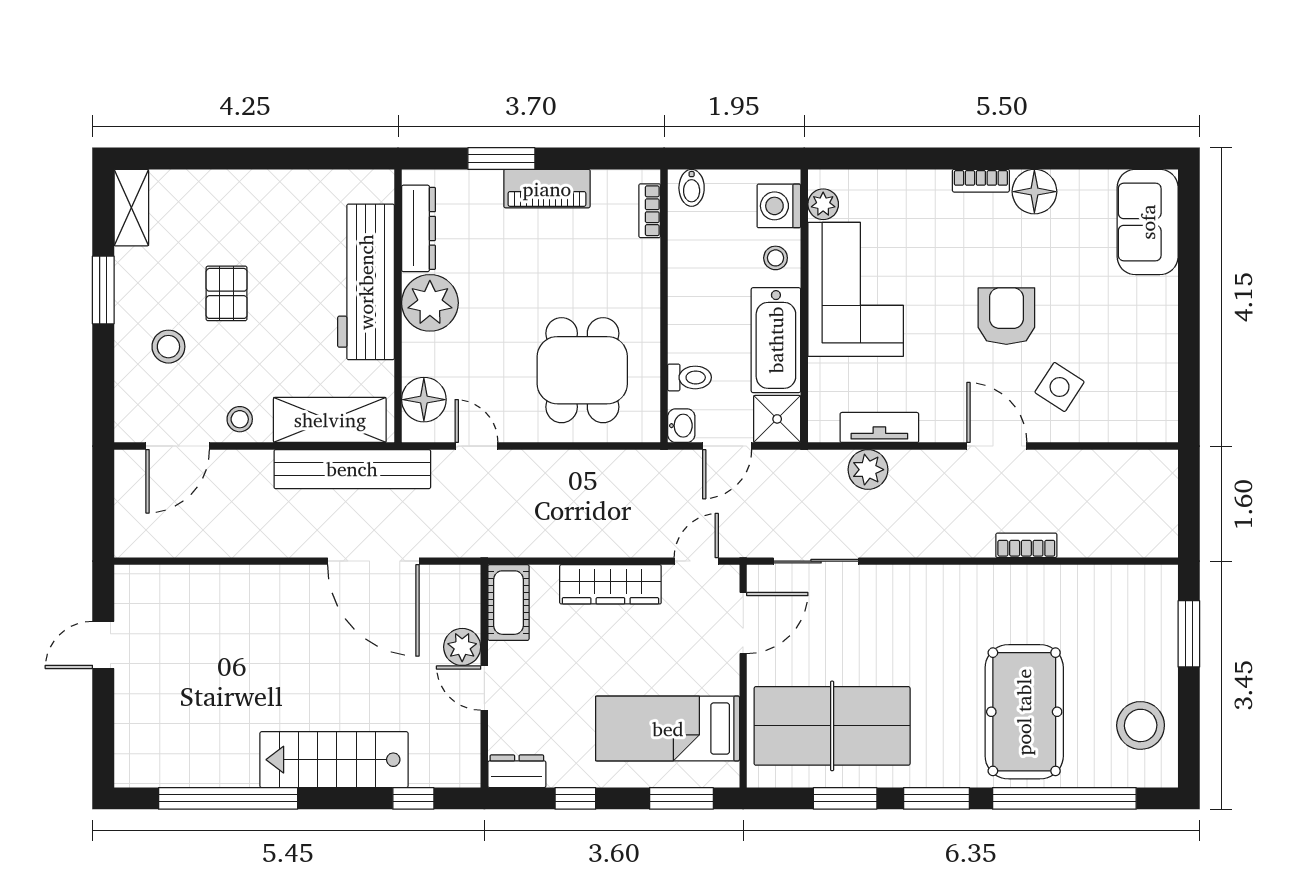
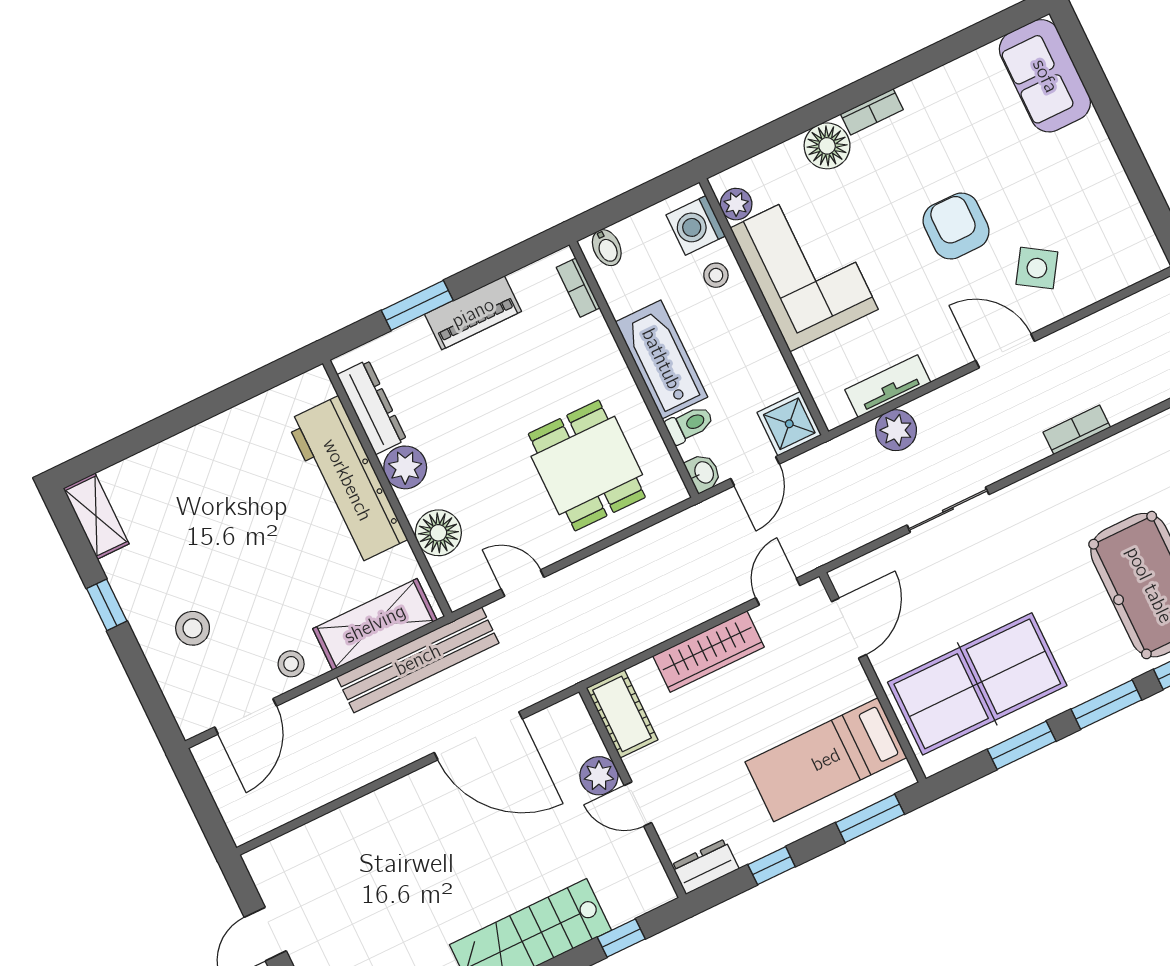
floor lamp: (1034, 192) -> (827, 146), moved
window: (103, 290) -> (107, 605), width x0.67
pallet: (227, 293) -> (223, 553), removed
plant: (430, 303) -> (405, 467), width x0.73, depth x0.73
bathtub: (776, 340) -> (661, 359), moved, turned 180
floor lamp: (424, 400) -> (438, 533), moved
sliding door: (816, 561) -> (948, 510), moved

